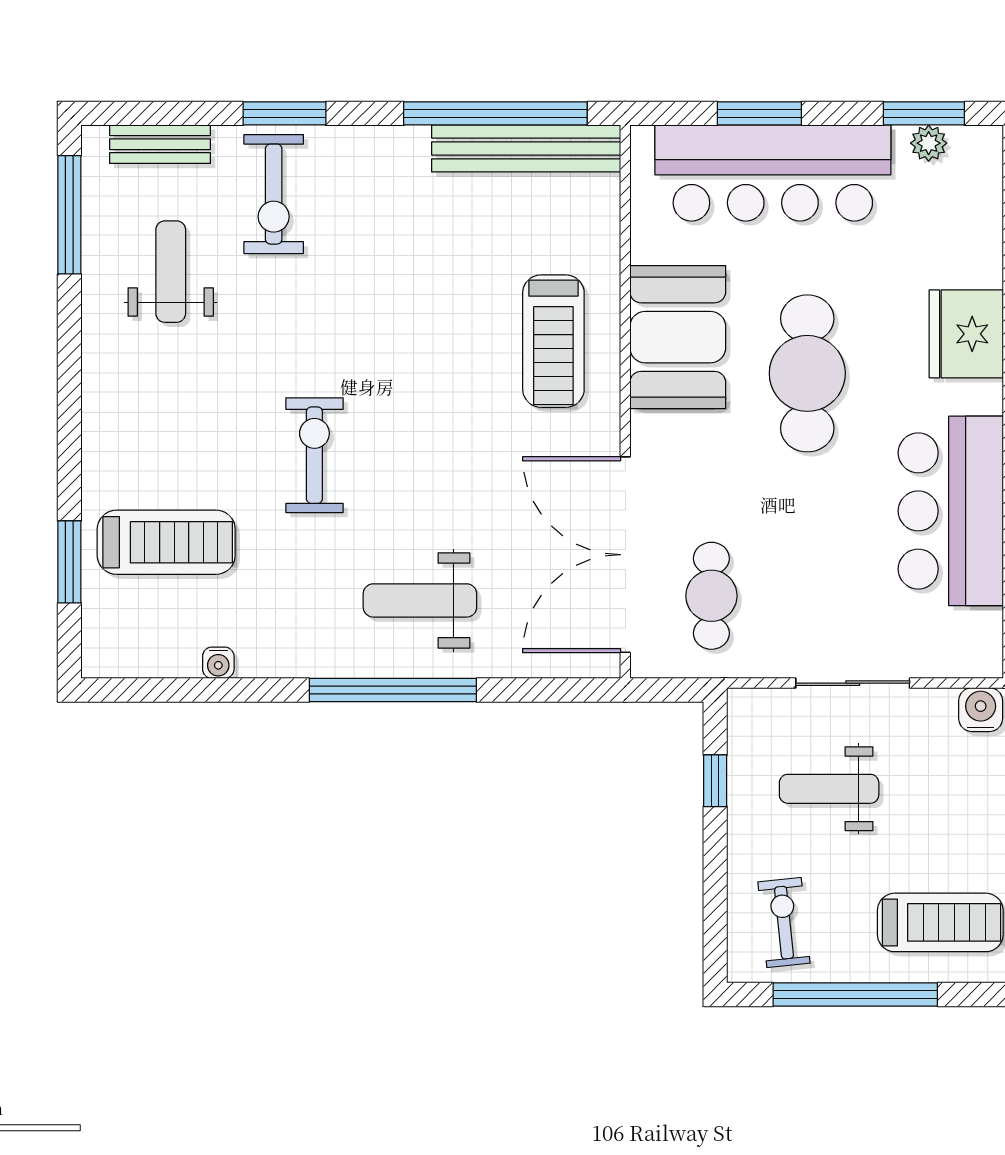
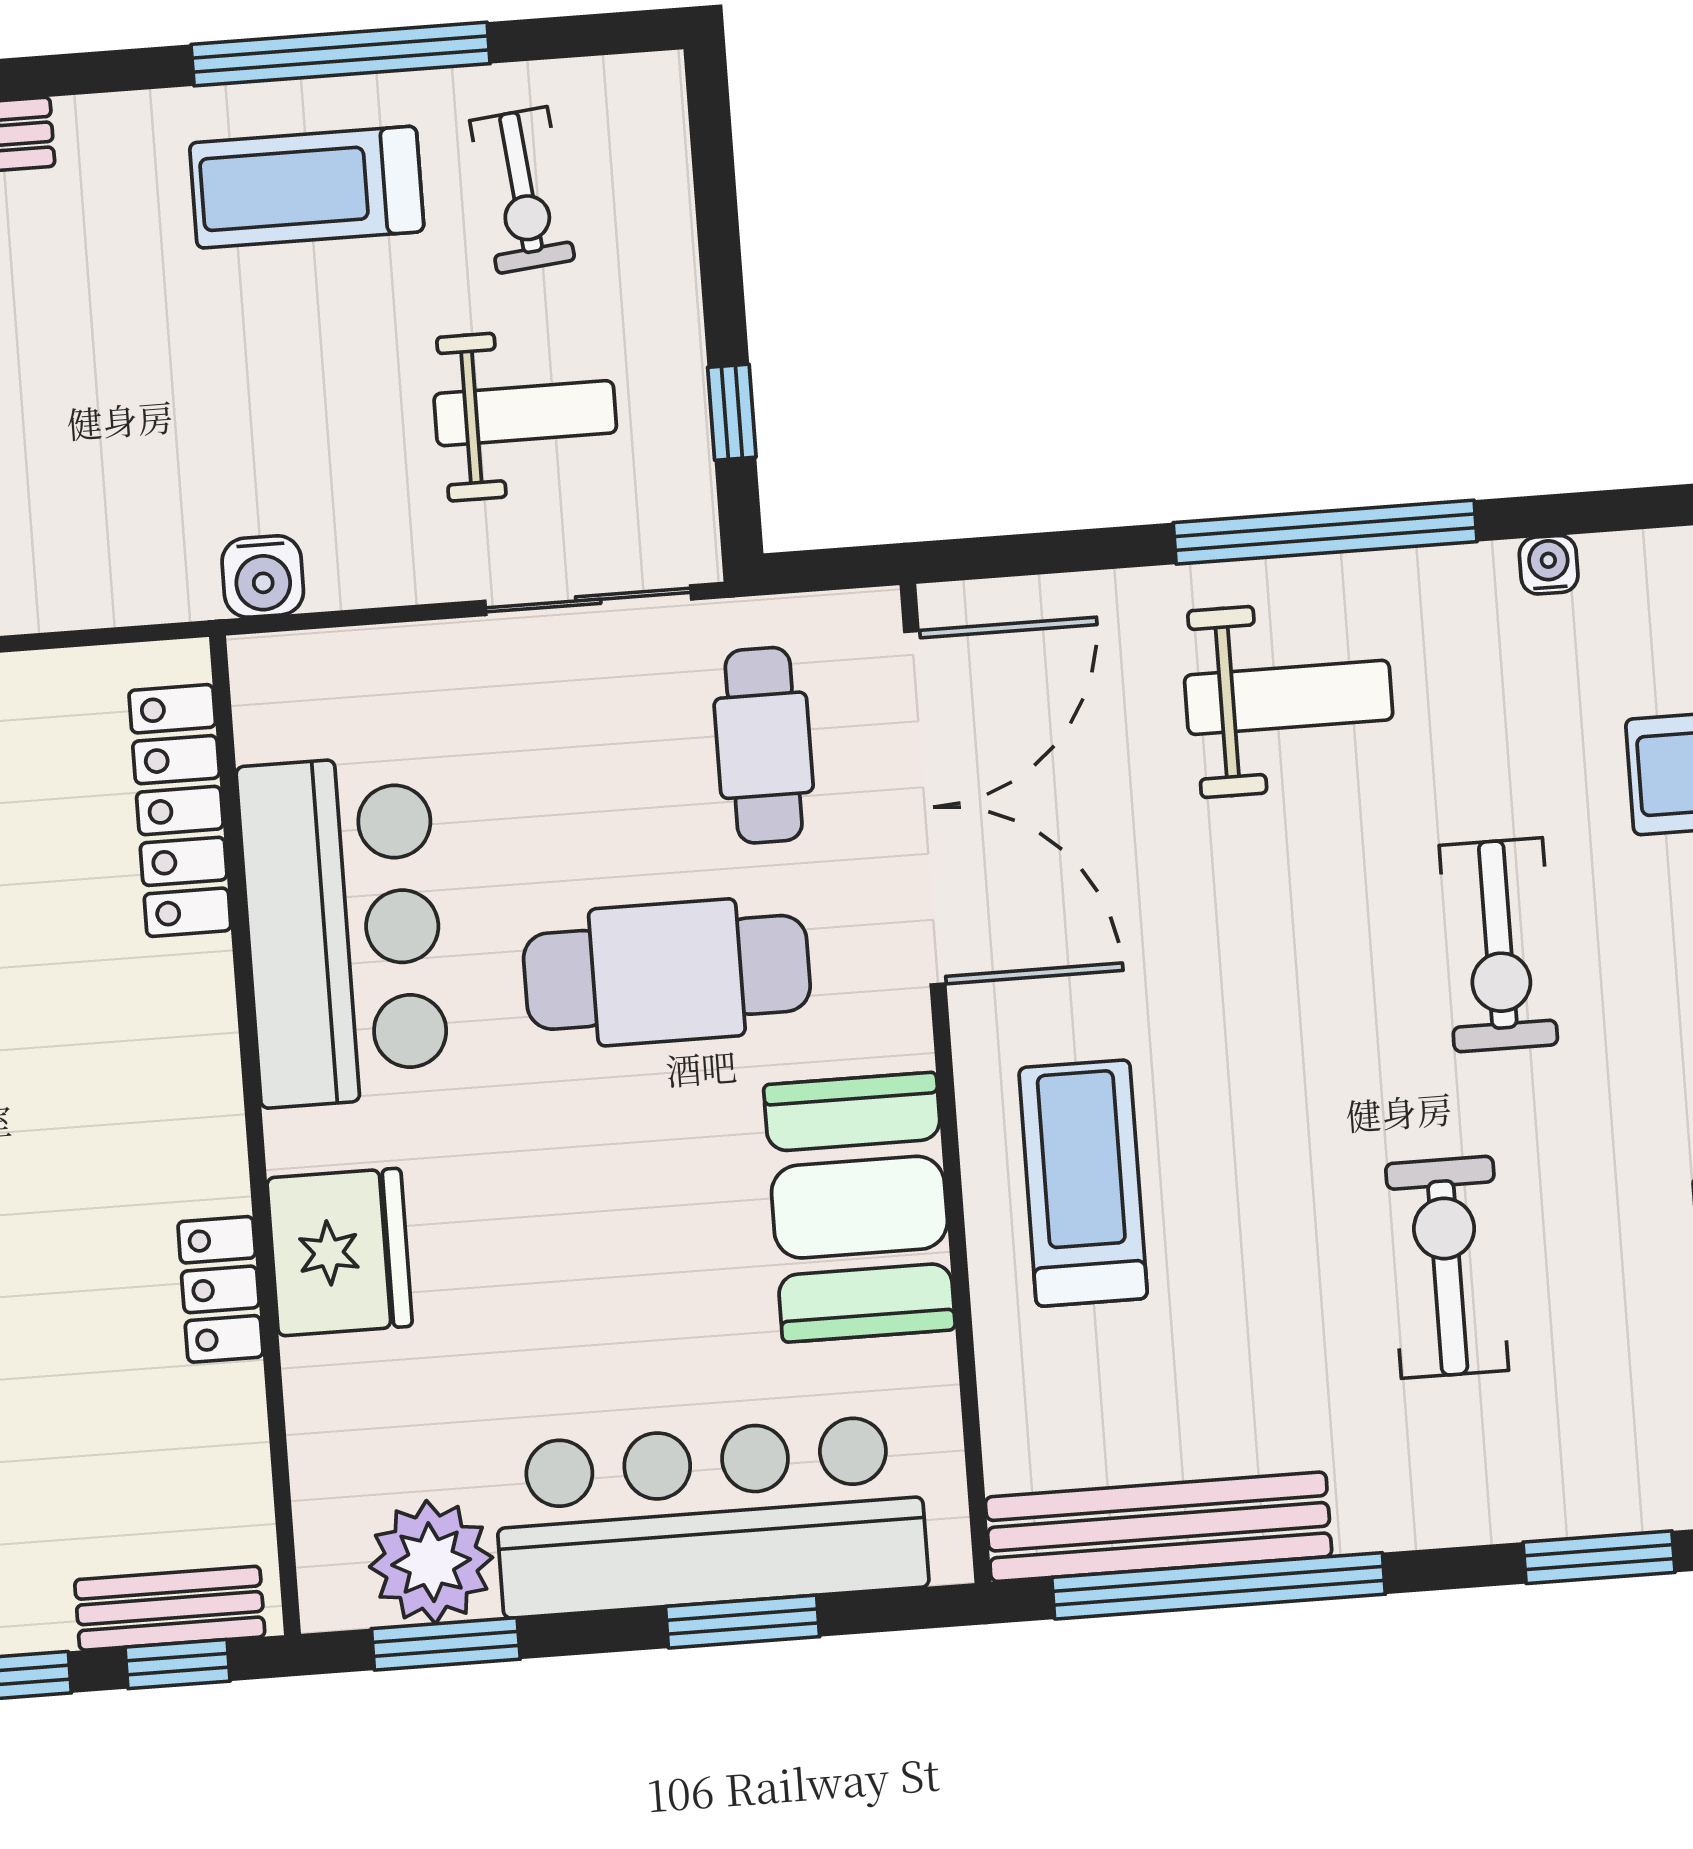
plant: (929, 143) -> (431, 1562), width x1.87, depth x1.87
exercise bike: (274, 194) -> (1447, 1267), moved
cafe table: (807, 373) -> (667, 972), moved, turned 90
water cooler: (218, 663) -> (1549, 565), moved
sliding door: (853, 683) -> (588, 600), moved
exercise bike: (784, 923) -> (522, 190), moved
window: (855, 994) -> (341, 54), moved

